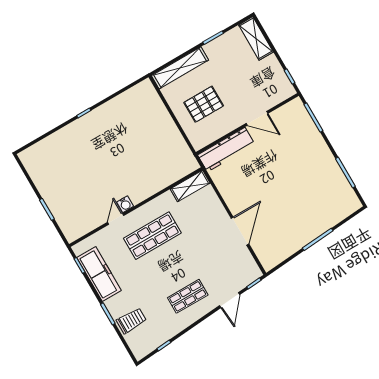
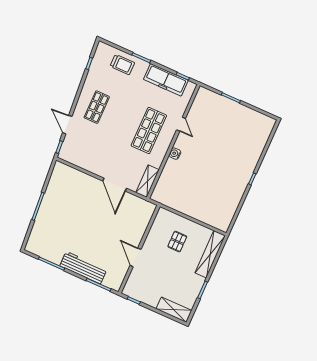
pallet: (204, 104) -> (177, 242), width x0.67, depth x0.71
door: (257, 118) -> (135, 257), hinge flipped
workbench: (226, 150) -> (83, 268), moved, turned 90
water cooler: (125, 204) -> (175, 154), moved
door: (240, 231) -> (115, 185), moved
trolley: (131, 321) -> (122, 64), turned -90

